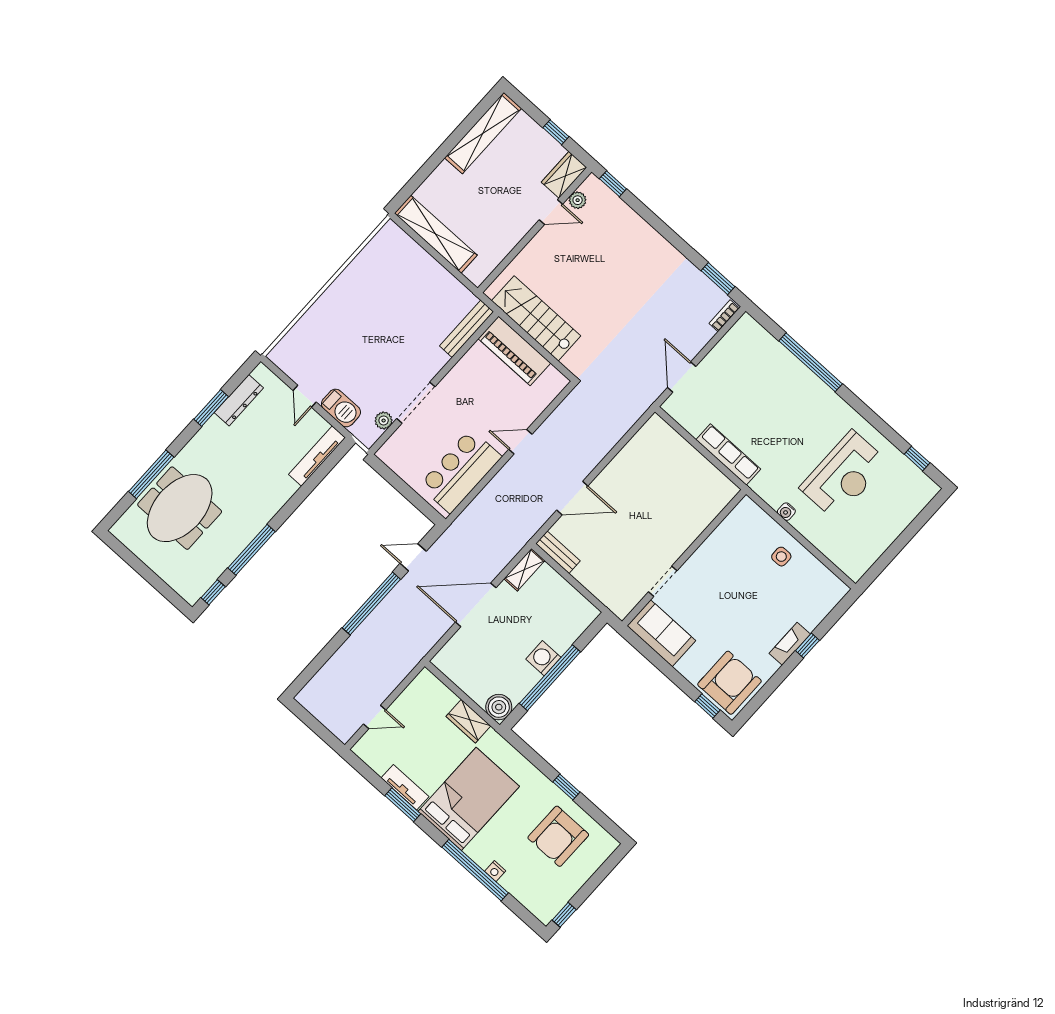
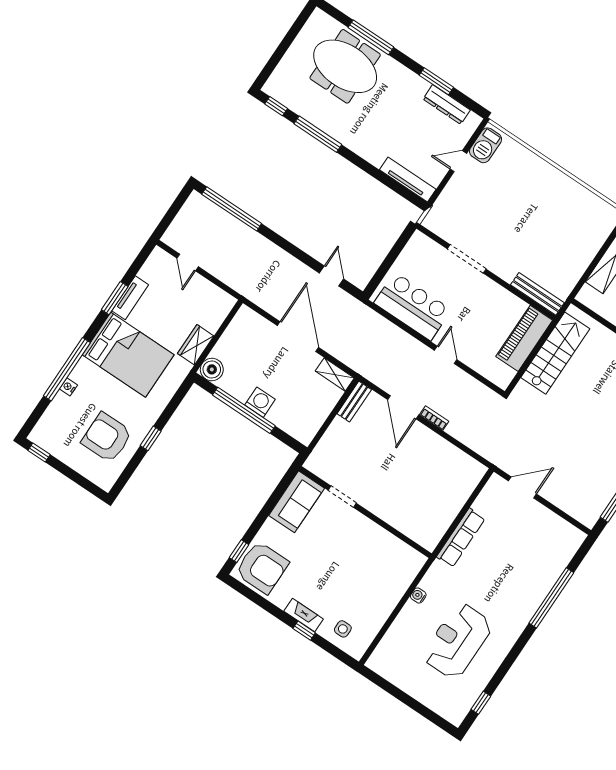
bookcase: (724, 316) -> (434, 418), moved
barbecue: (341, 408) -> (486, 145), moved
plant: (384, 421) -> (447, 233), removed
reception desk: (844, 475) -> (457, 641), turned 90
side table: (781, 557) -> (343, 629), moved
window: (371, 604) -> (232, 209), moved

